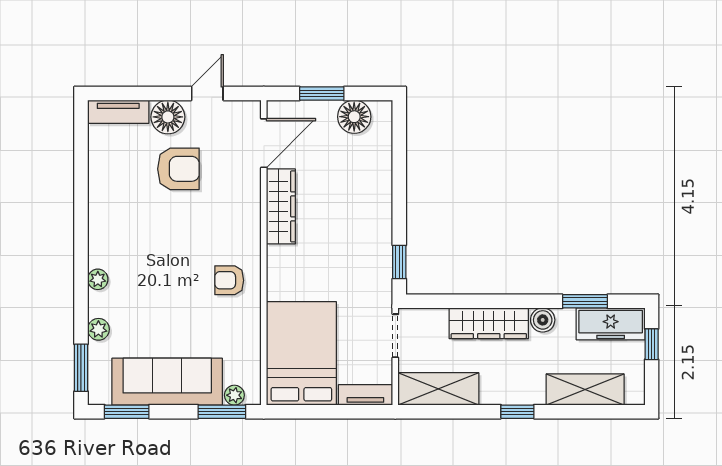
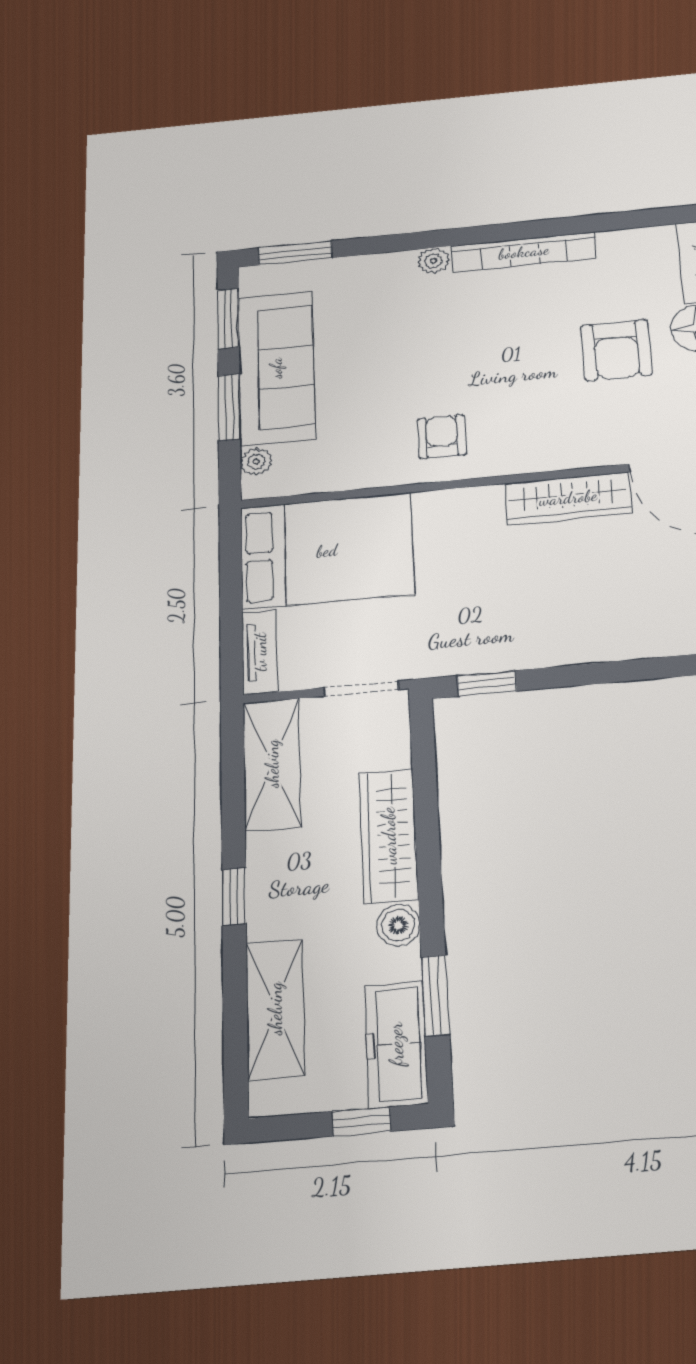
bookcase: (98, 221) -> (524, 252), added
plant: (98, 329) -> (356, 269), removed
window: (222, 412) -> (229, 407), moved

